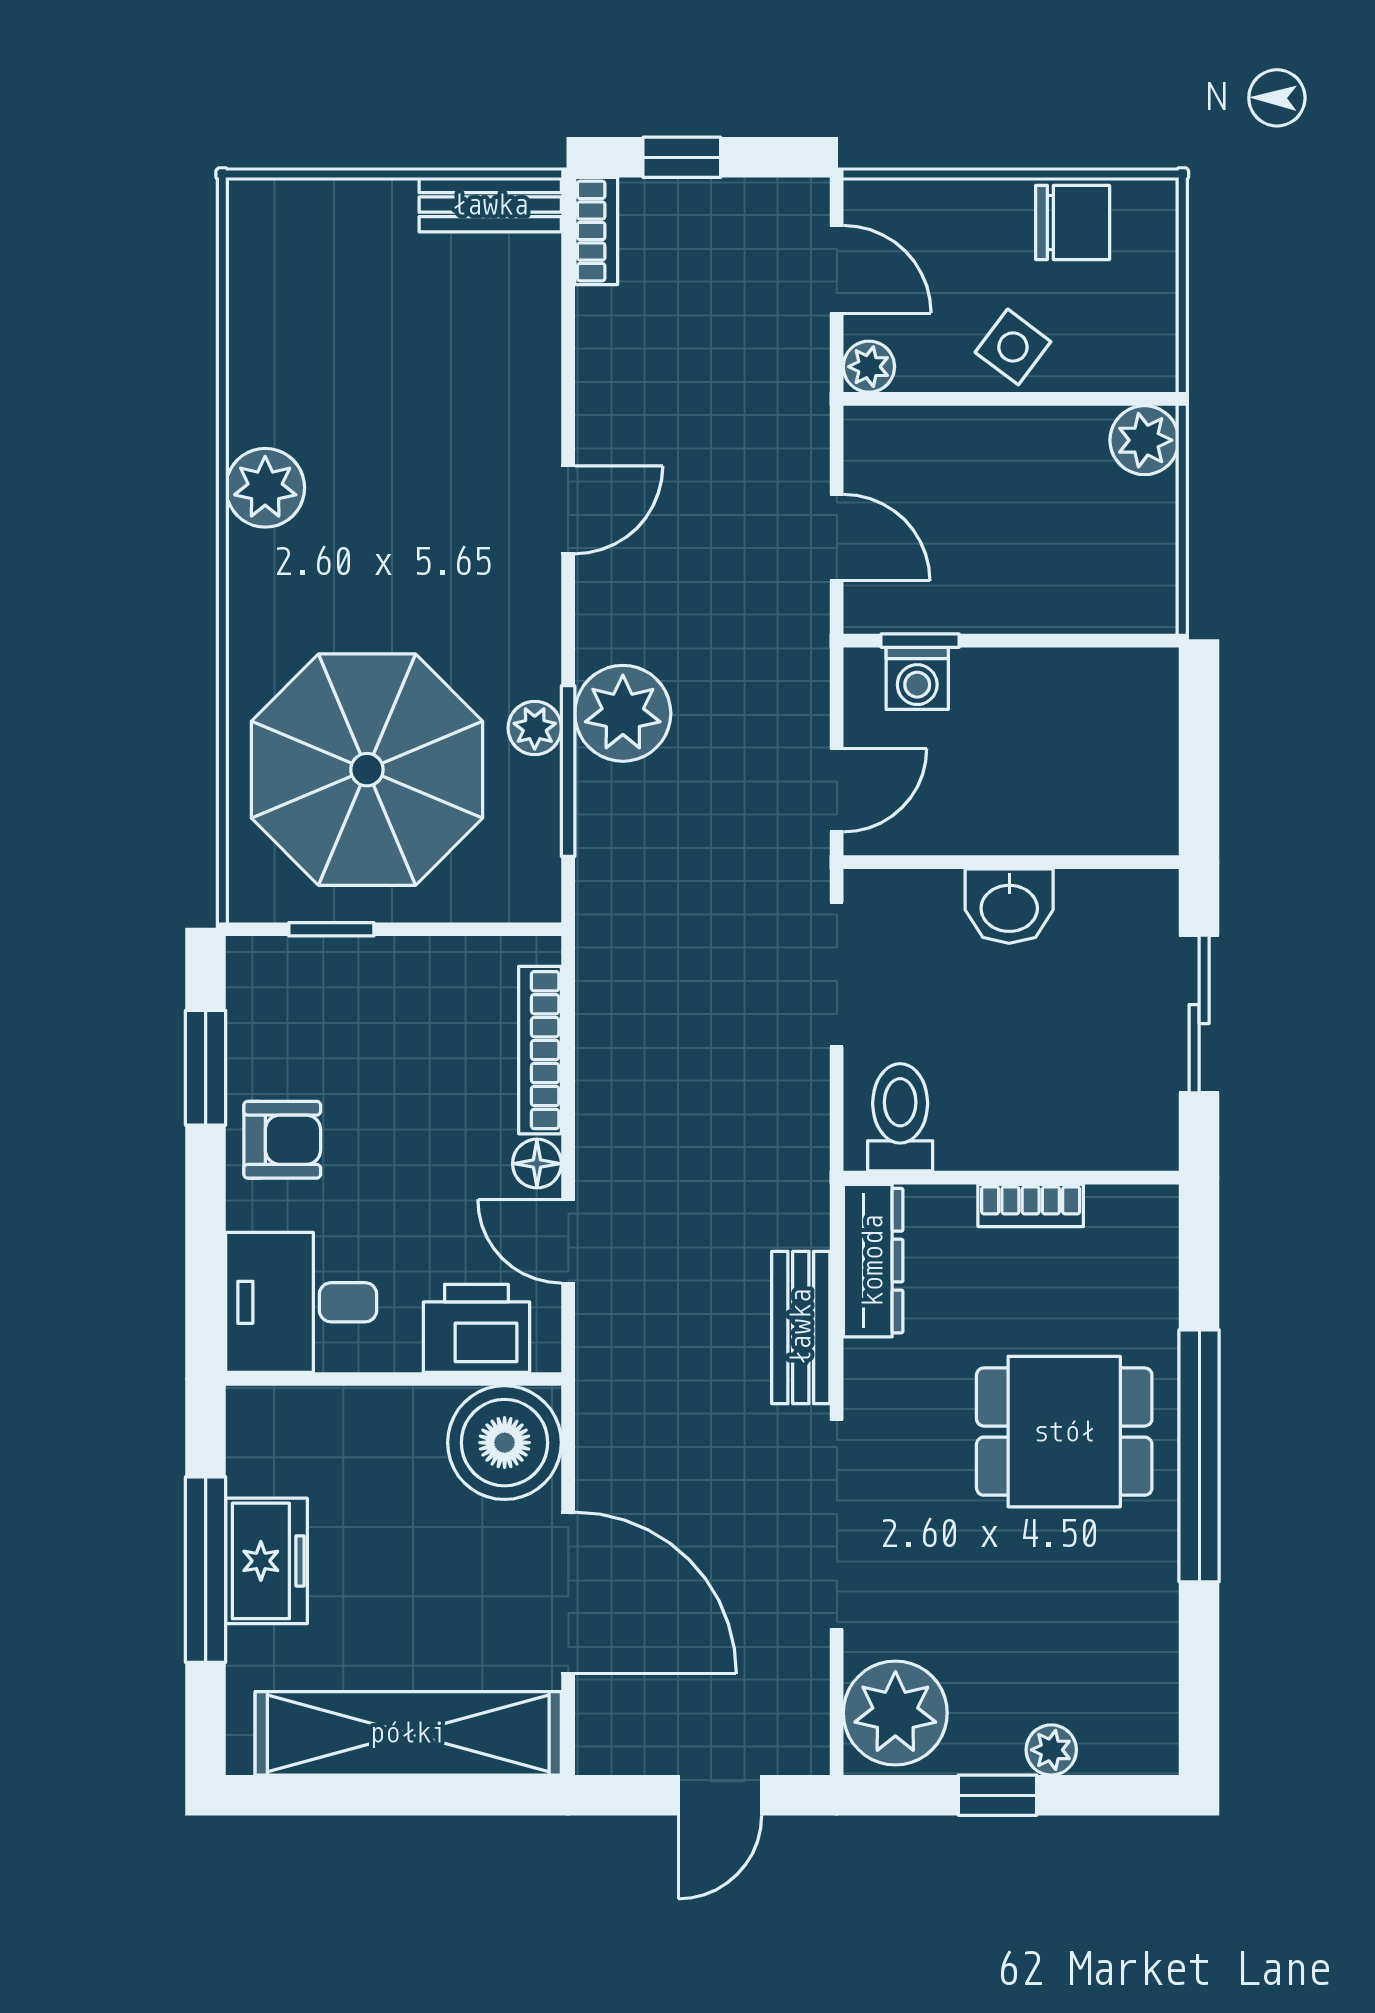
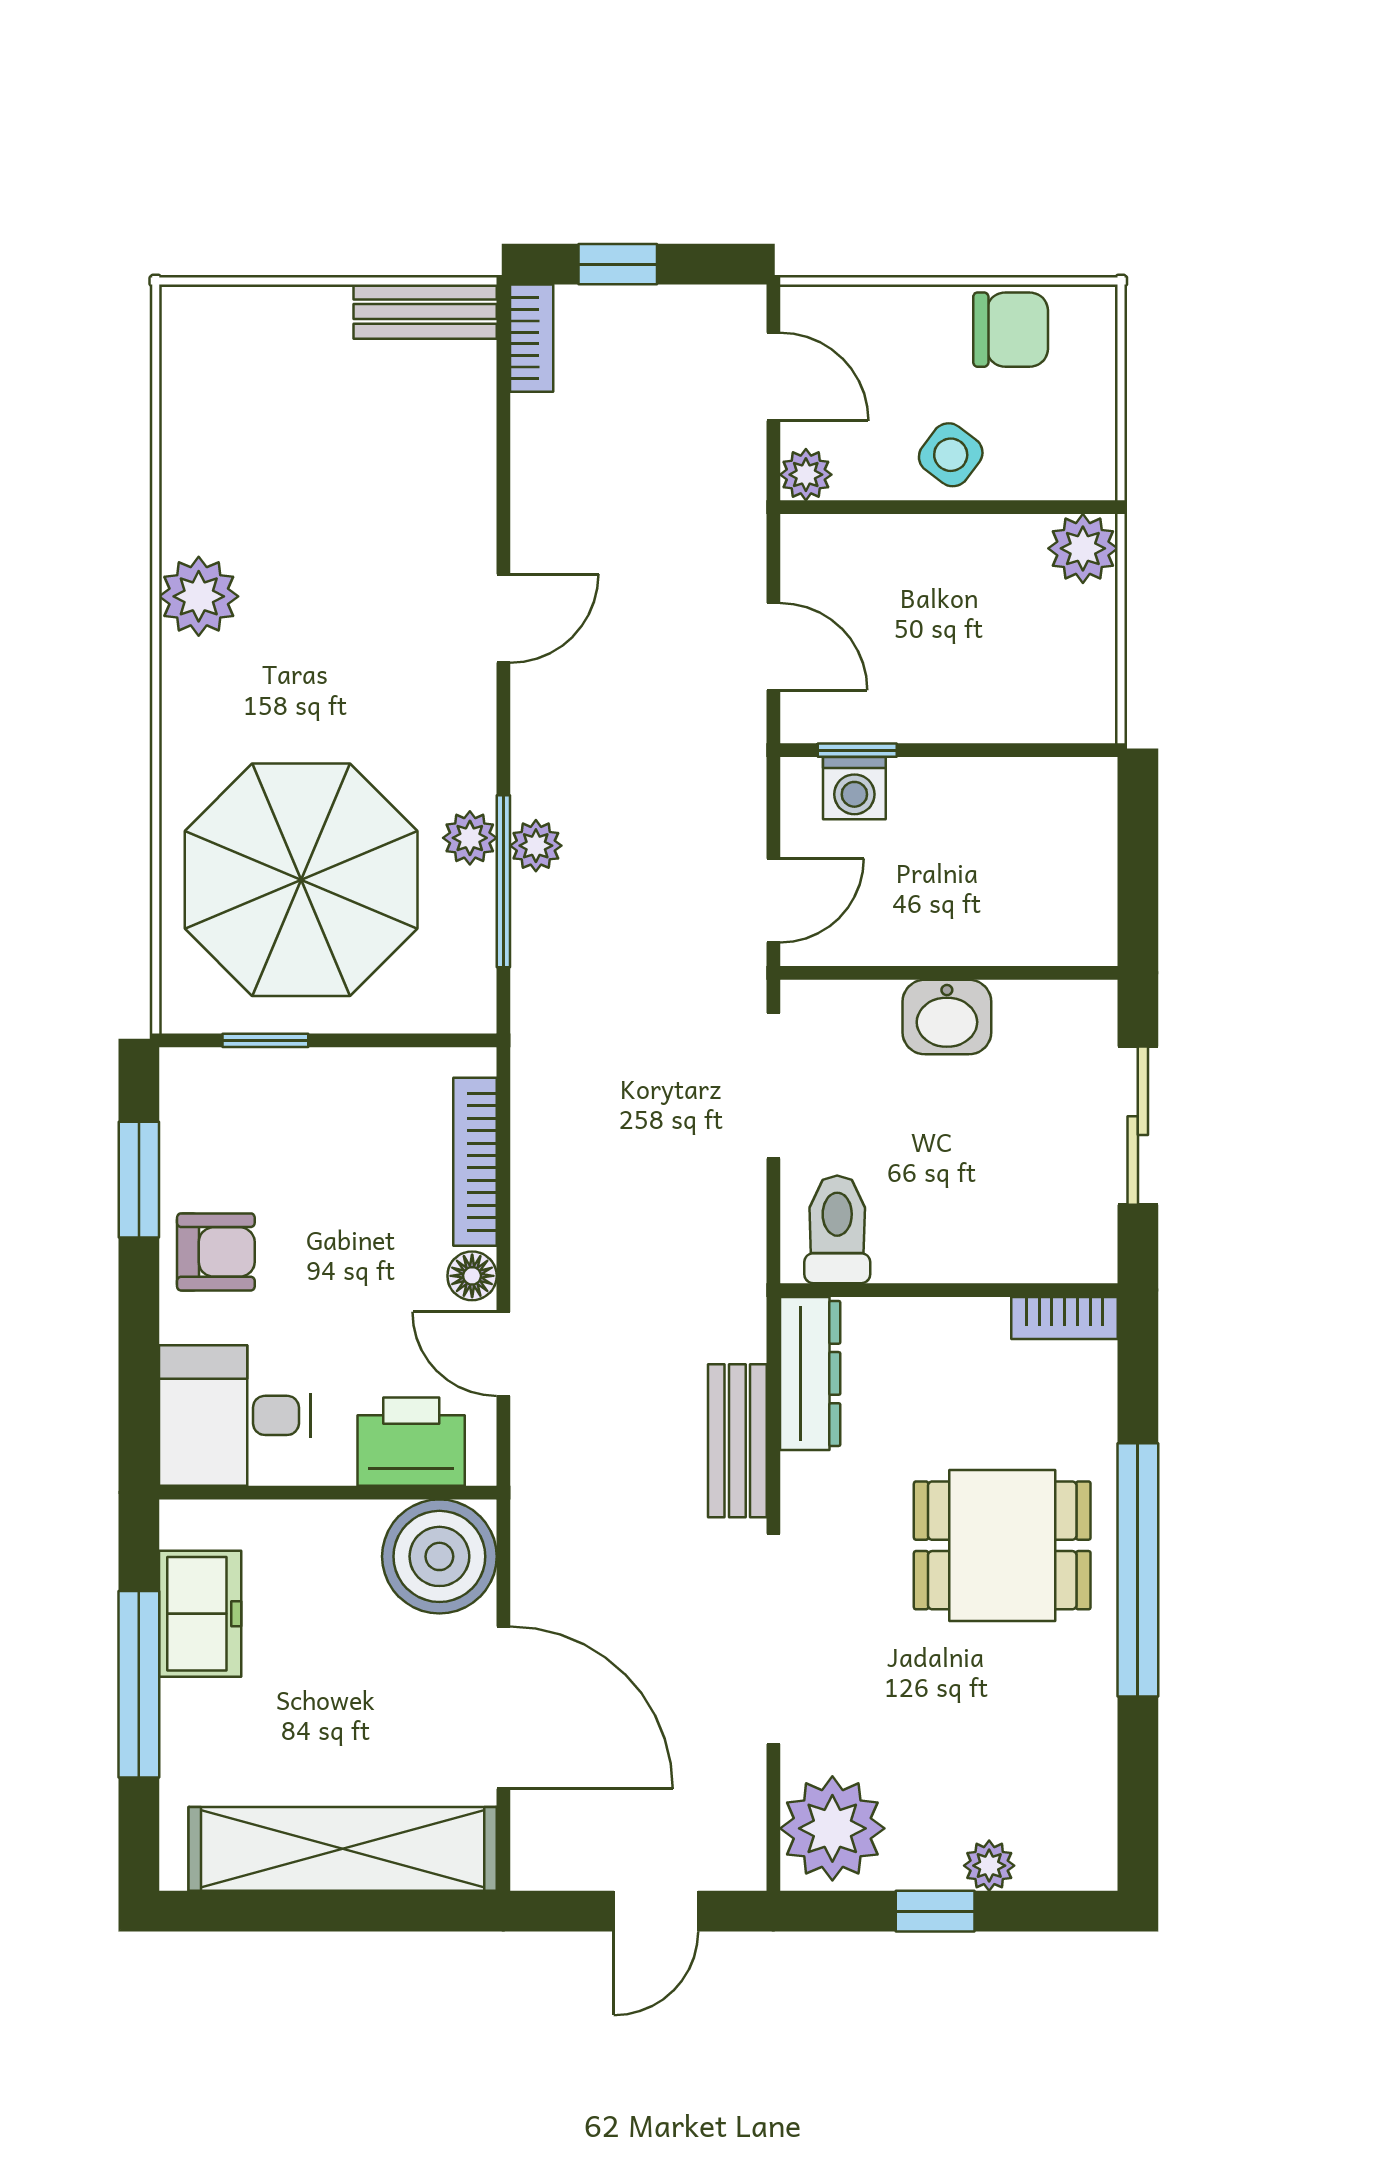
plant: (623, 713) -> (536, 846), width x0.53, depth x0.53
bookcase: (1031, 1205) -> (1065, 1318), moved
freezer: (267, 1561) -> (200, 1614), moved

